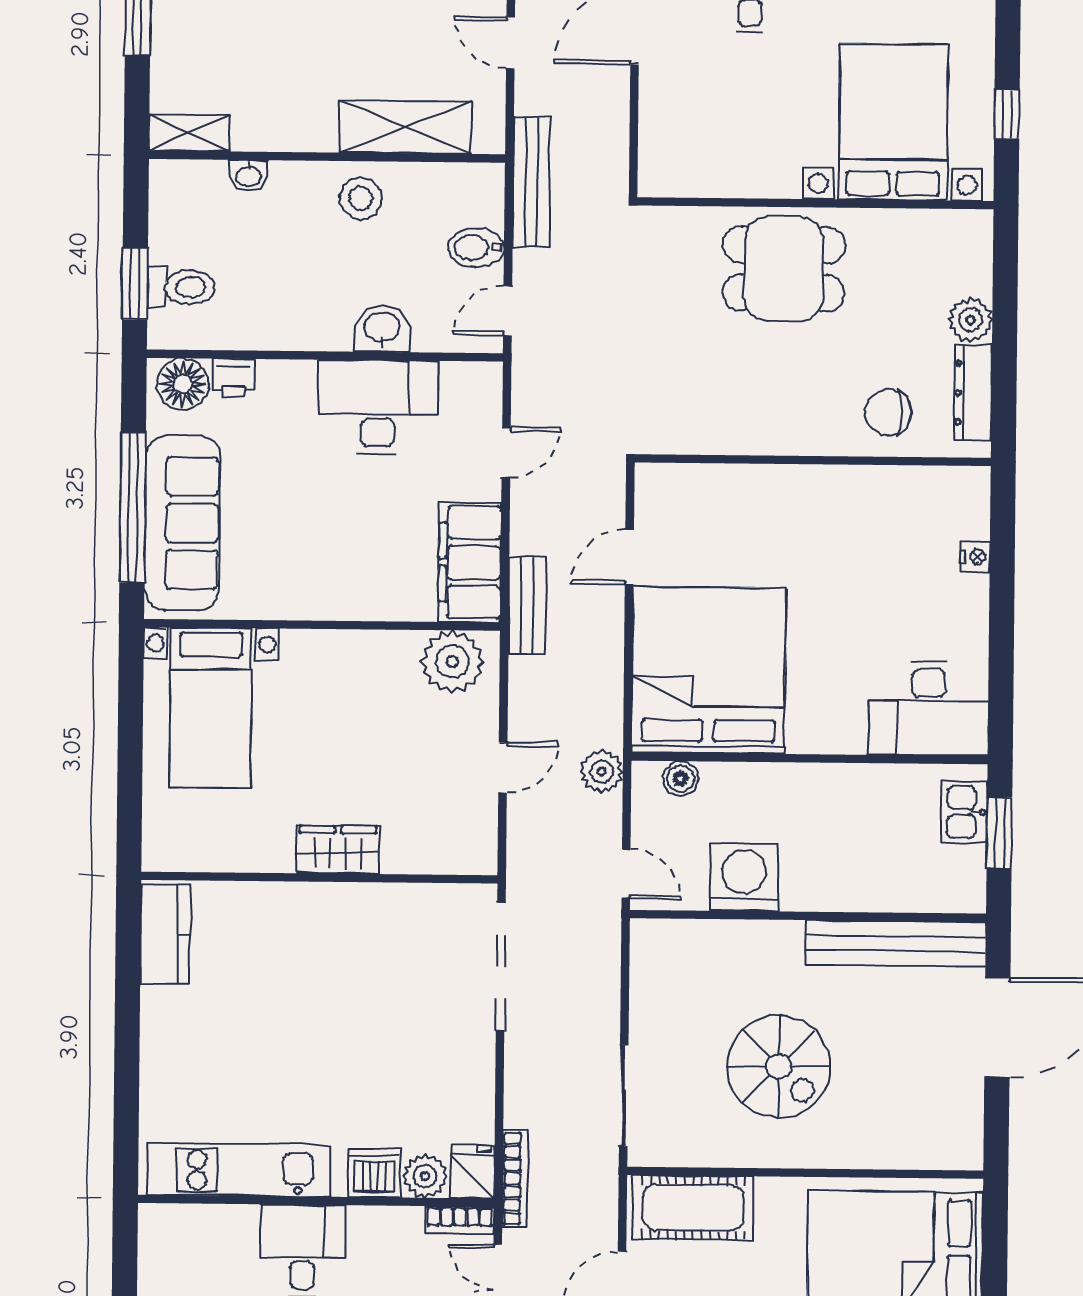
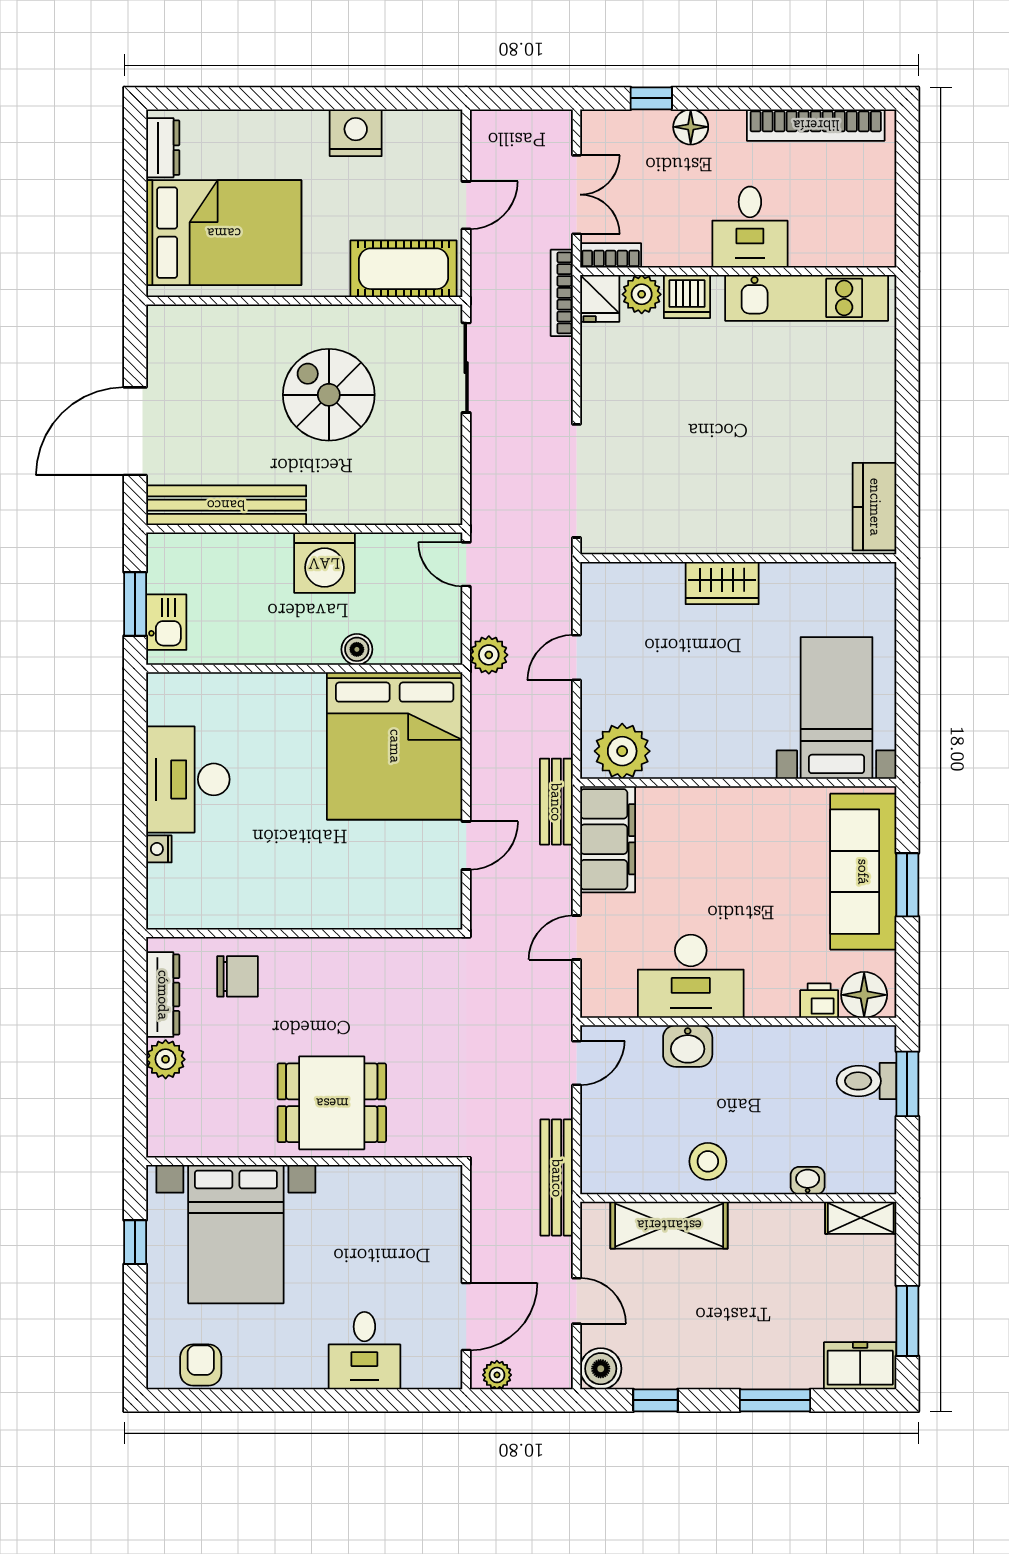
bidet: (476, 248) -> (605, 1119), removed
window: (133, 508) -> (907, 885), width x0.47
desk: (928, 709) -> (188, 779), moved, turned -90
boiler: (681, 779) -> (357, 649), moved
washing machine: (744, 877) -> (324, 563), moved

